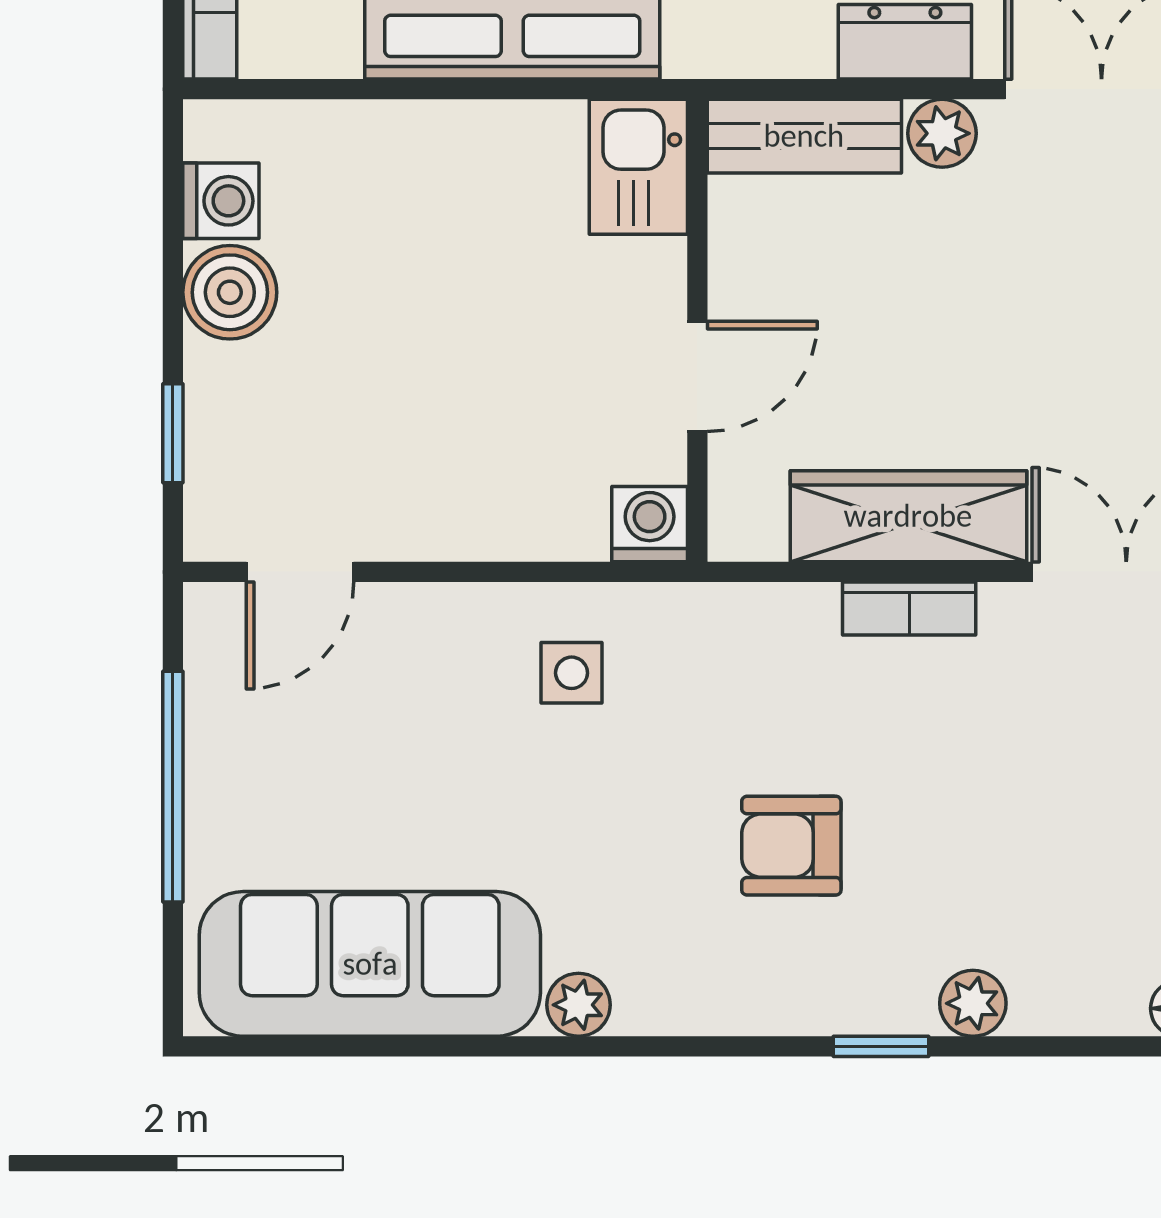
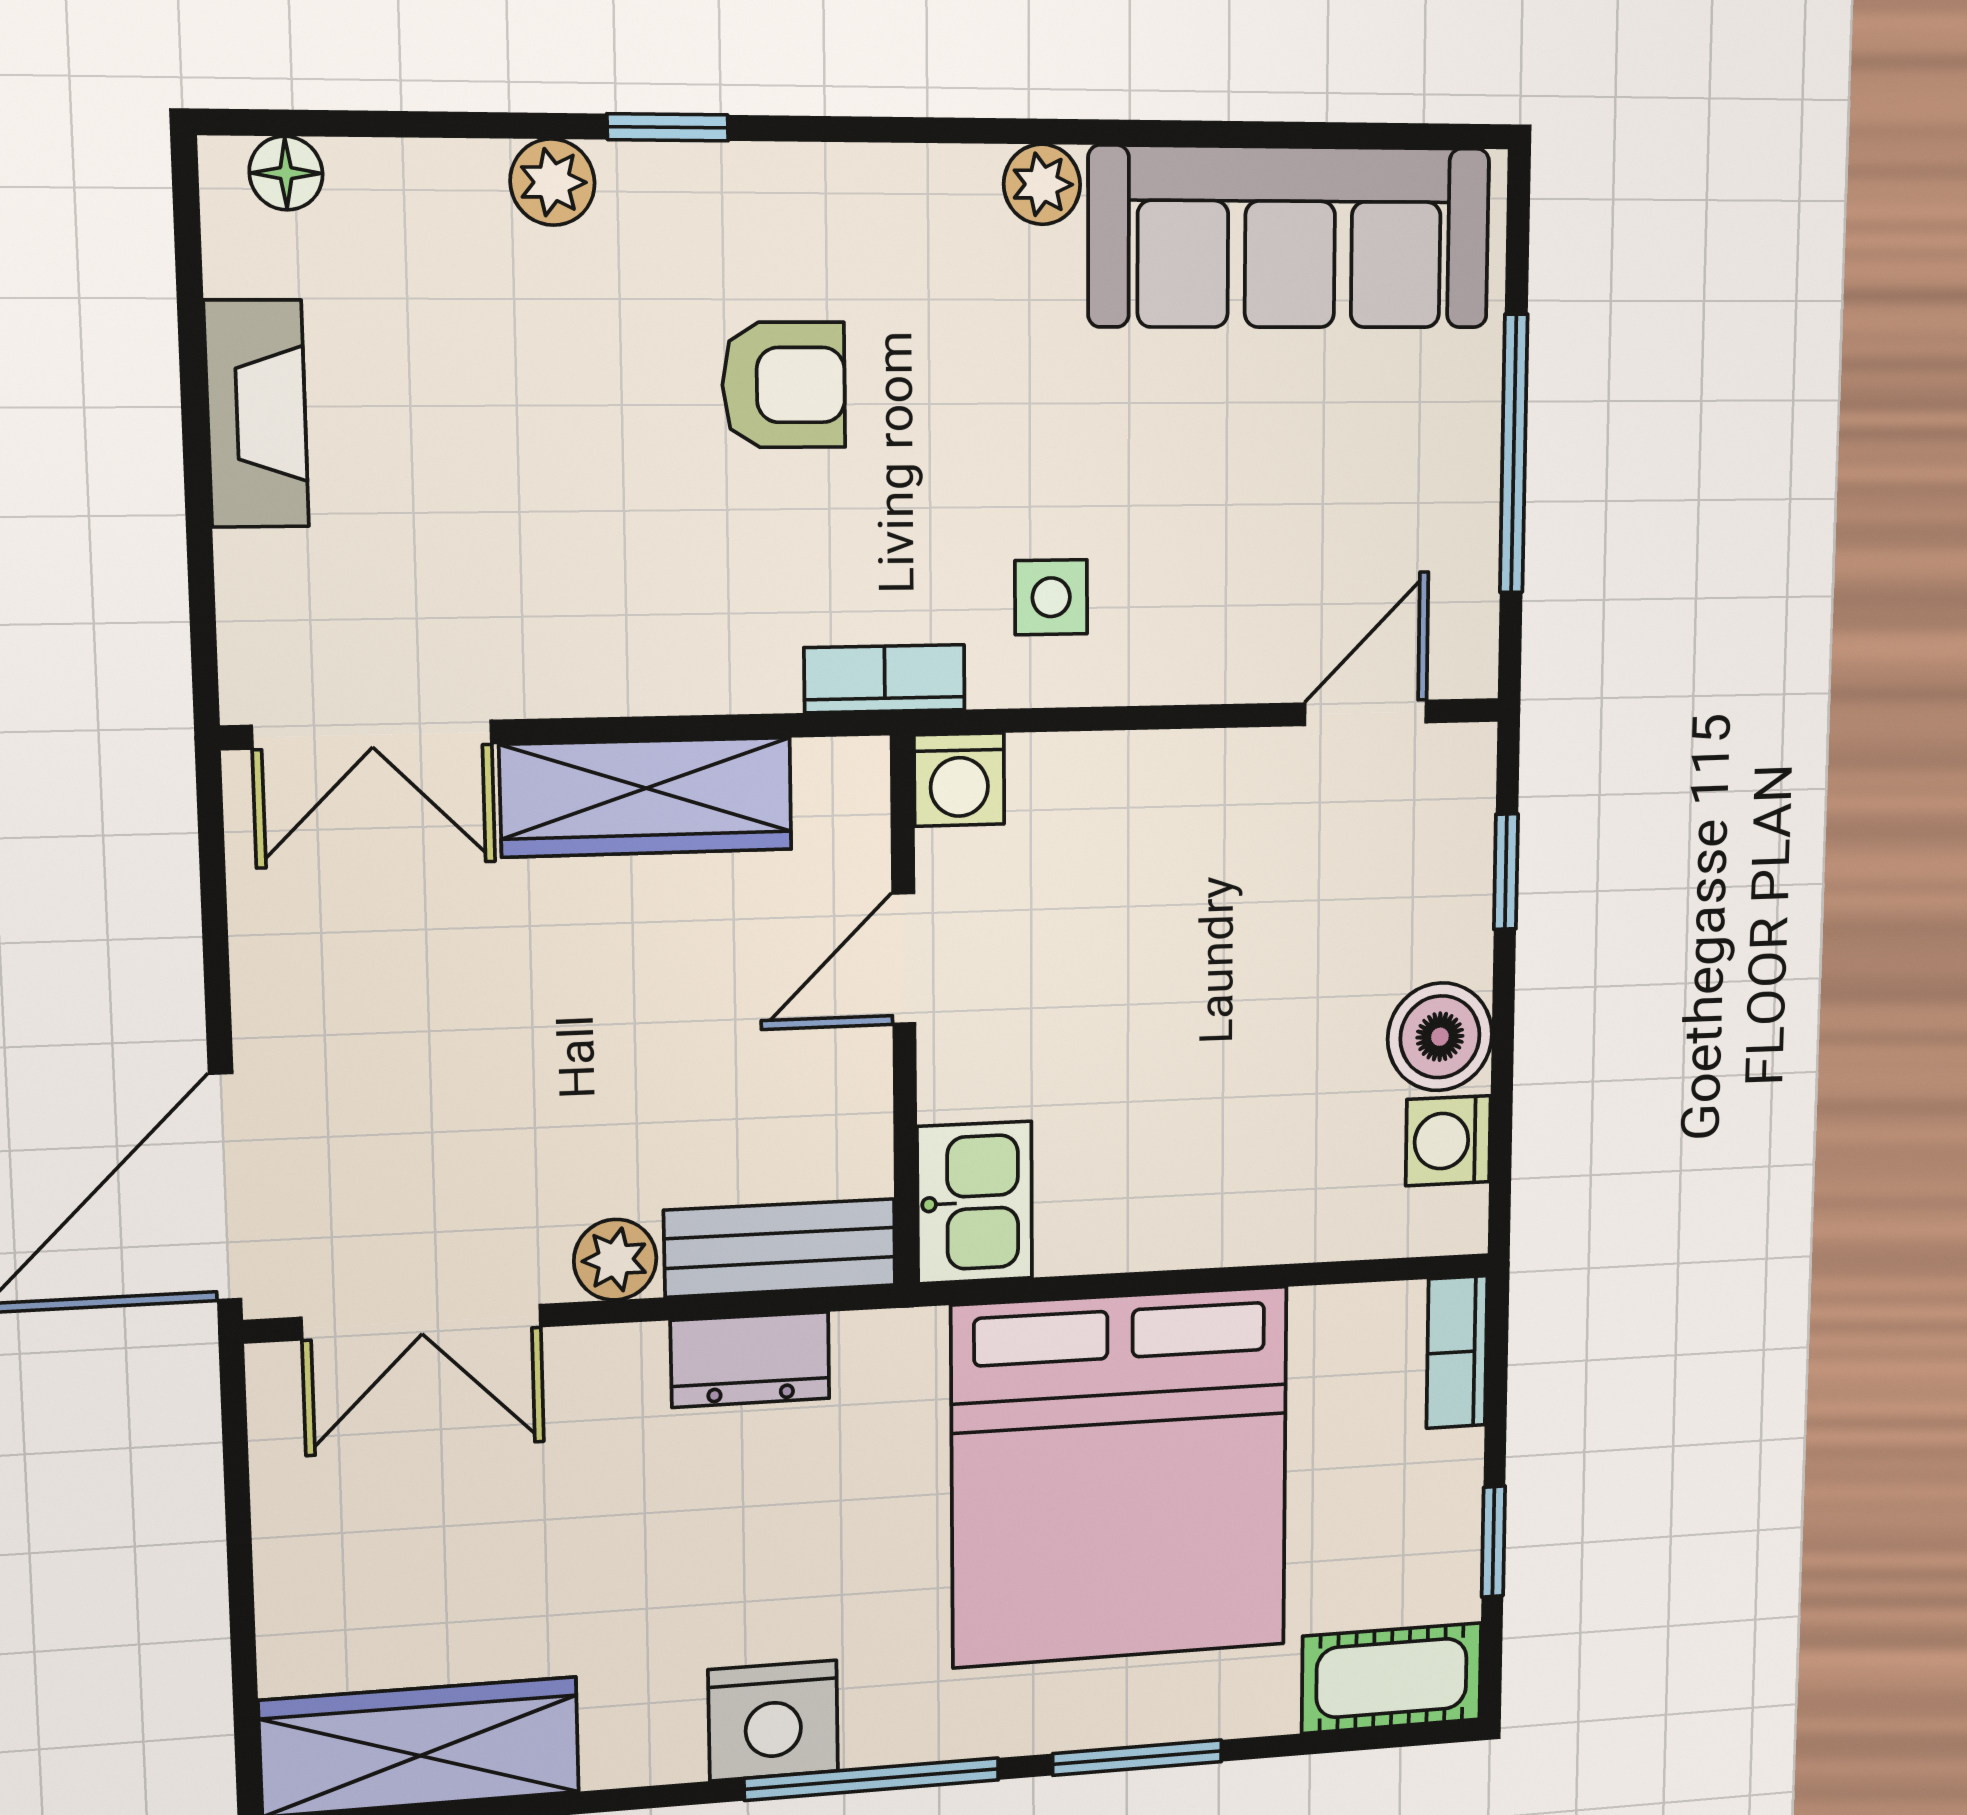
dresser: (905, 42) -> (750, 1360), moved
bookcase: (909, 608) -> (885, 679), moved

